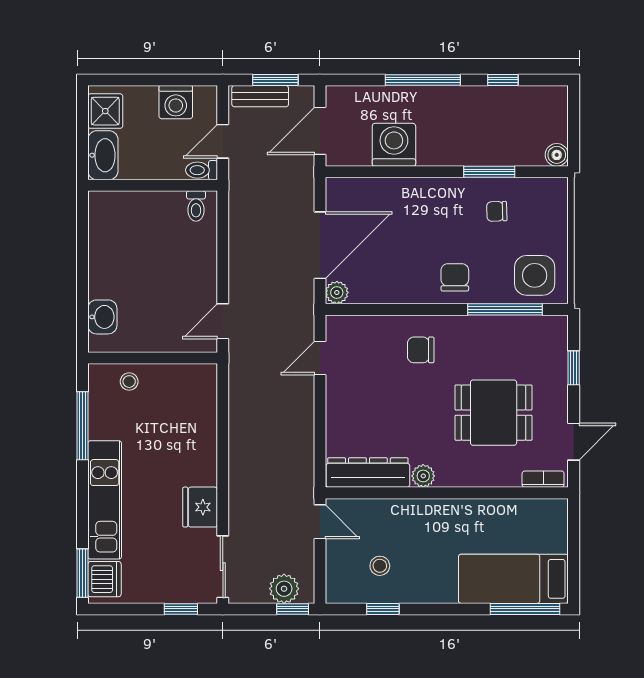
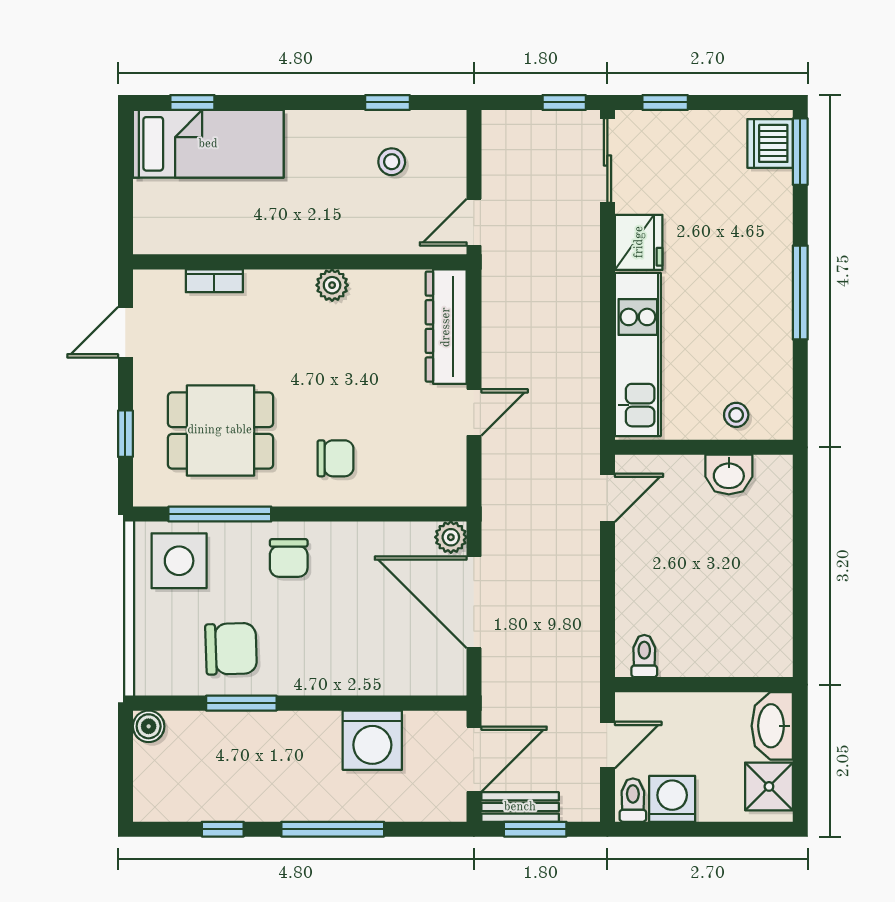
bench: (260, 96) -> (520, 807), moved
toilet: (202, 170) -> (633, 800), moved, turned -90
chair: (497, 211) -> (231, 649), width x1.87, depth x1.87
door: (320, 245) -> (474, 602), hinge flipped
washbasin: (102, 317) -> (729, 475), moved, turned -90
door: (320, 358) -> (474, 412), moved
dining table: (494, 413) -> (220, 430), moved
window: (82, 426) -> (800, 293), moved
dresser: (368, 473) -> (446, 327), moved, turned 90
bookcase: (543, 479) -> (214, 281), moved
kitchen unit: (105, 500) -> (638, 354), moved, turned 180
door: (320, 522) -> (474, 222), hinge flipped
plant: (284, 589) -> (523, 130), removed
window: (293, 609) -> (564, 102), moved
window: (525, 609) -> (192, 102), width x0.46

